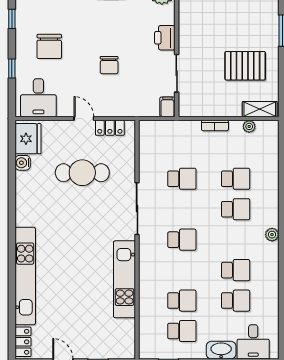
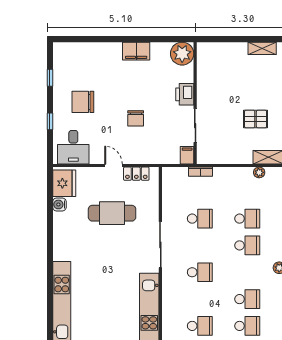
chair: (49, 46) -> (83, 102), turned 90
pallet: (245, 66) -> (256, 119), width x0.67, depth x0.71
bookcase: (215, 126) -> (200, 172), moved

